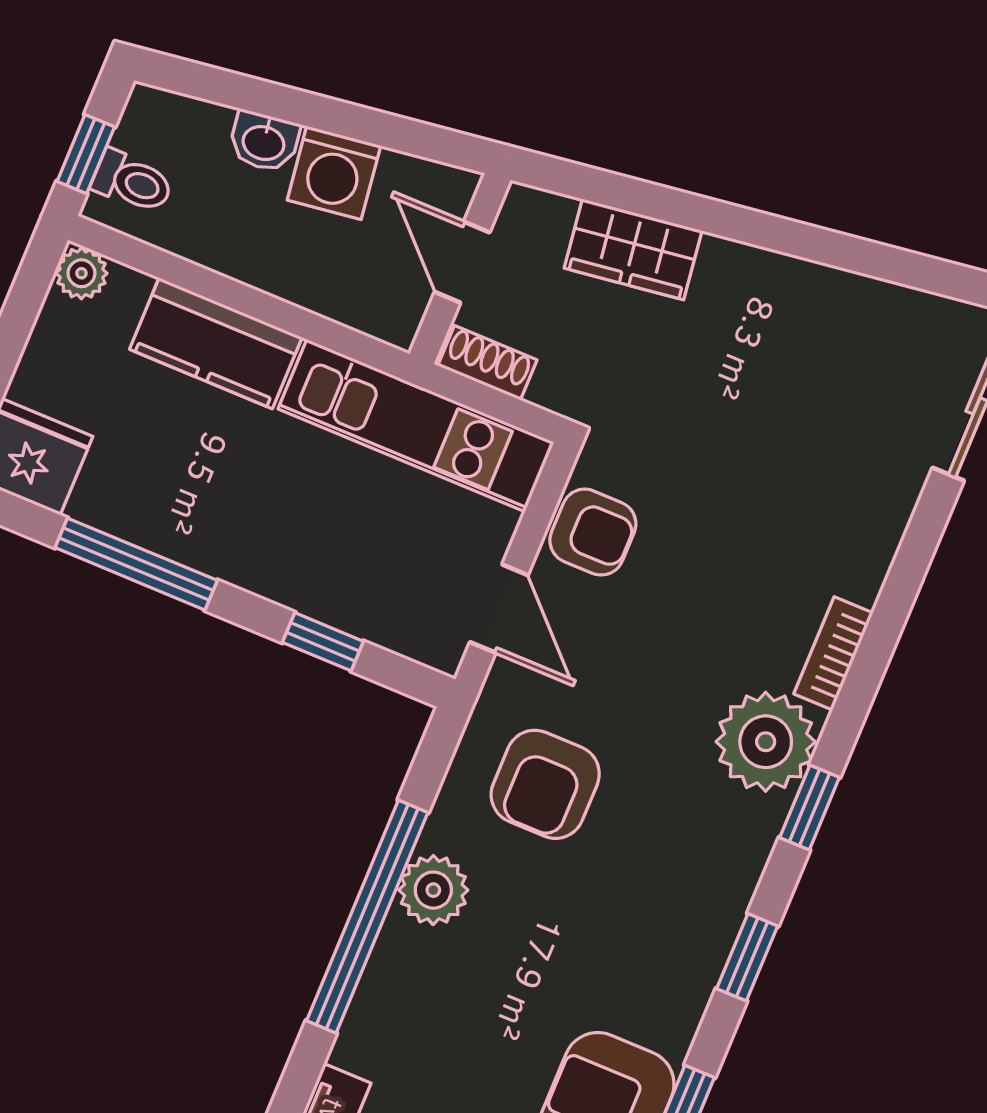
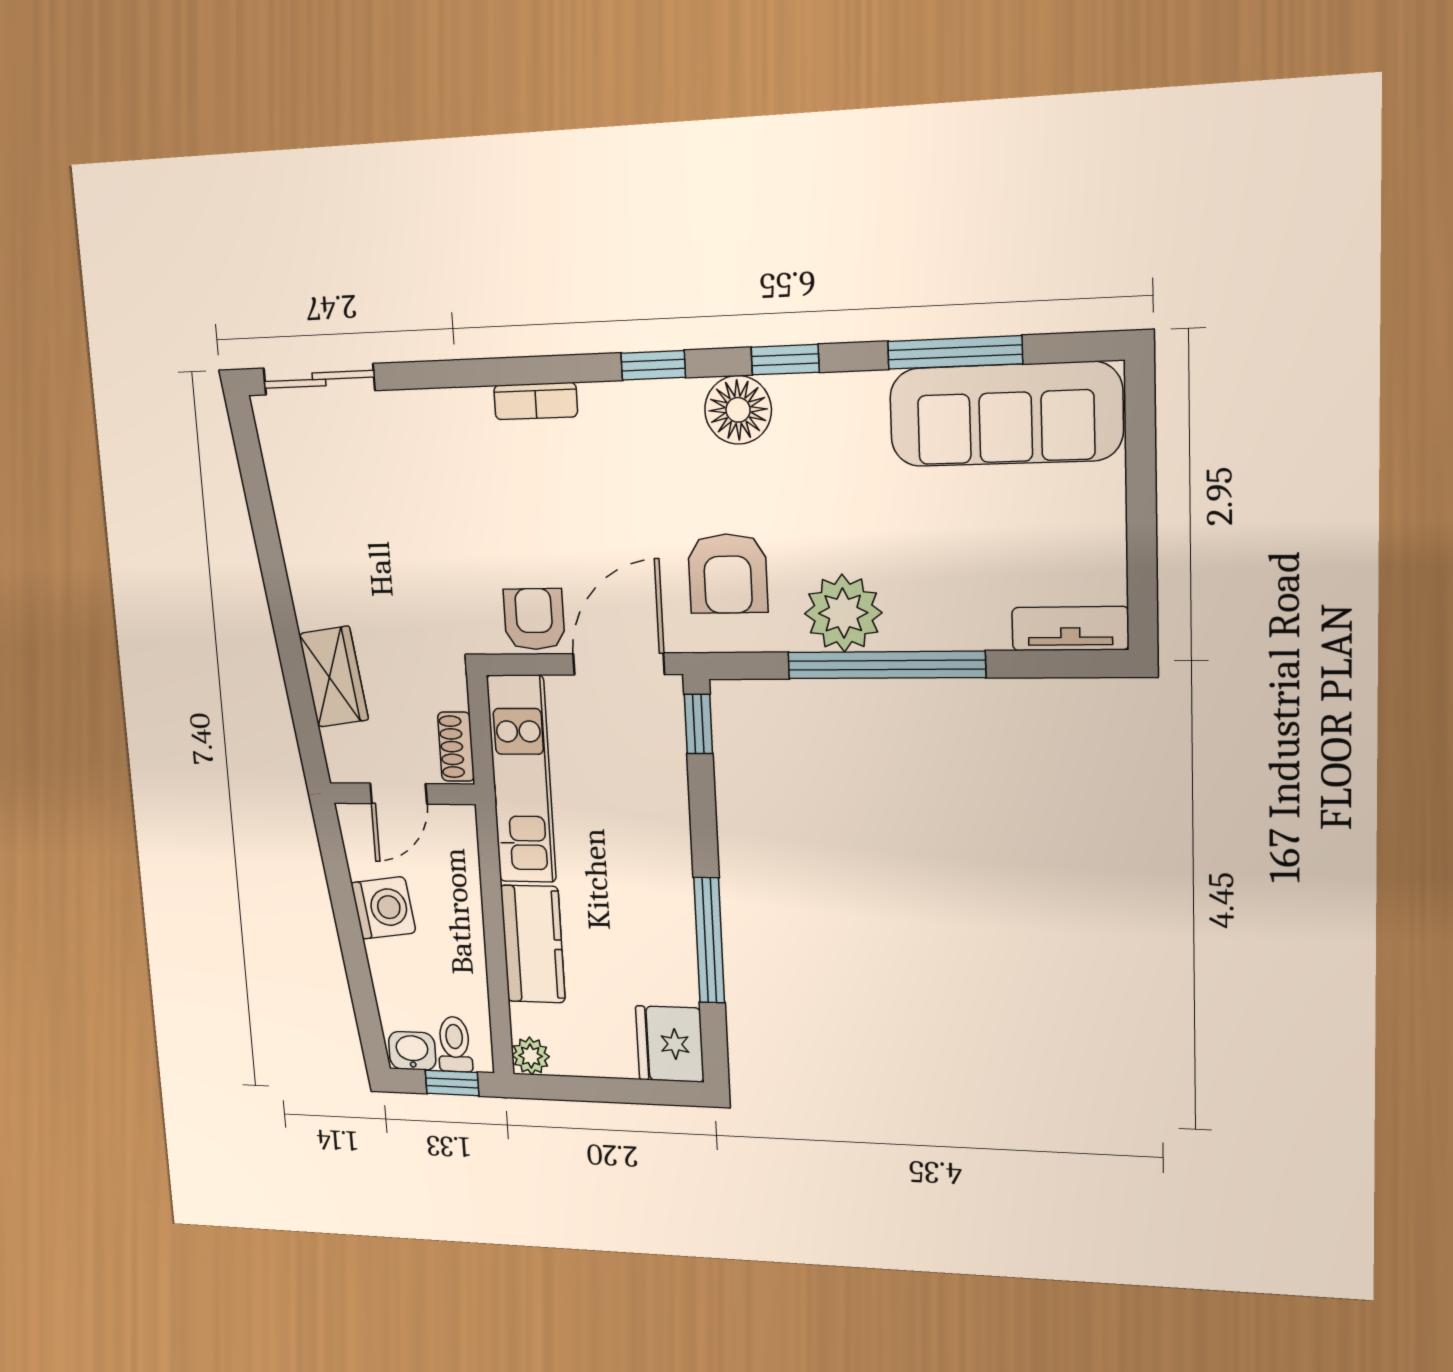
washbasin: (264, 141) -> (412, 1051), moved, turned -82
door: (499, 609) -> (619, 664), width x1.38
window: (323, 642) -> (698, 724), moved
plant: (766, 742) -> (621, 422), removed
armchair: (545, 784) -> (728, 574), turned 90
floor lamp: (718, 880) -> (738, 410), added
plant: (433, 890) -> (843, 613), width x1.36, depth x1.36

